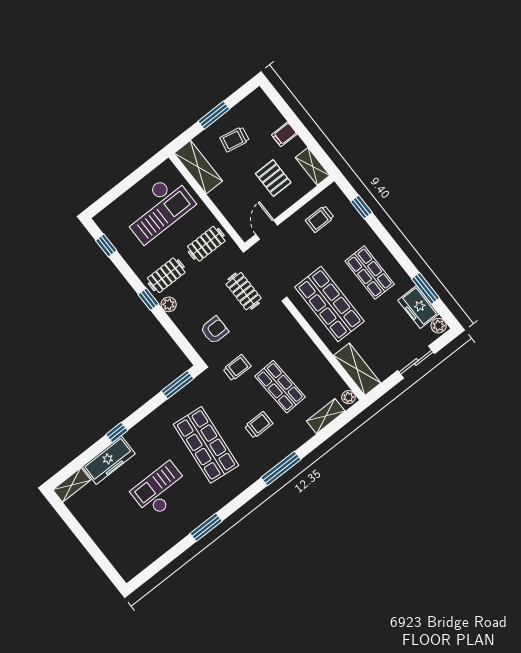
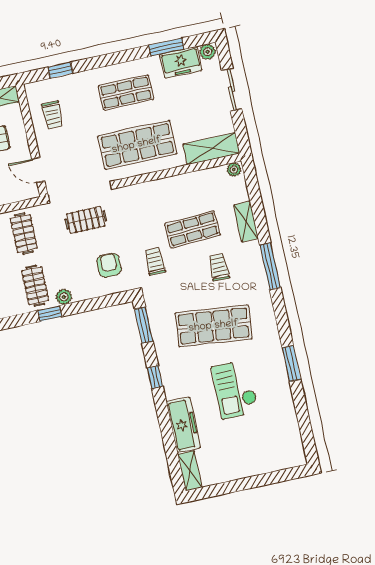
shelving: (326, 416) -> (246, 222), moved
window: (117, 432) -> (155, 377), moved

